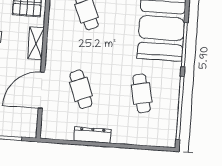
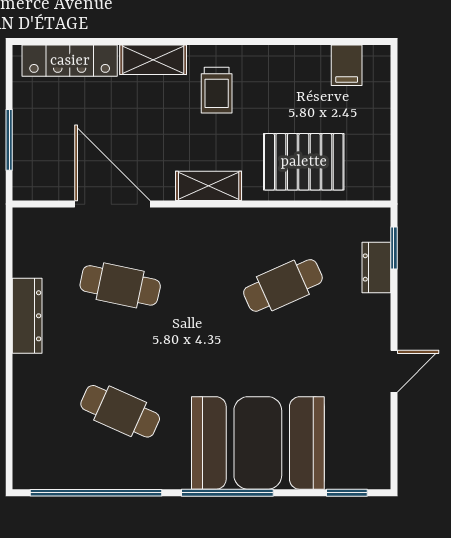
cafe table: (81, 89) -> (120, 285), turned 33
cafe table: (142, 93) -> (120, 411), turned 36

